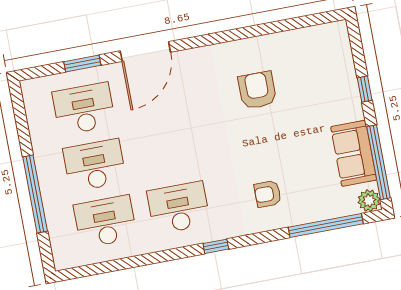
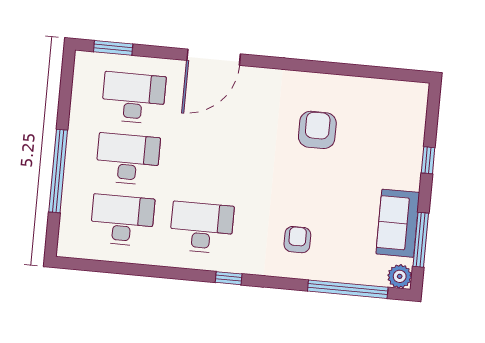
window: (82, 63) -> (113, 48), moved
window: (378, 162) -> (421, 240), width x0.68
armchair: (268, 194) -> (297, 240), turned 90

